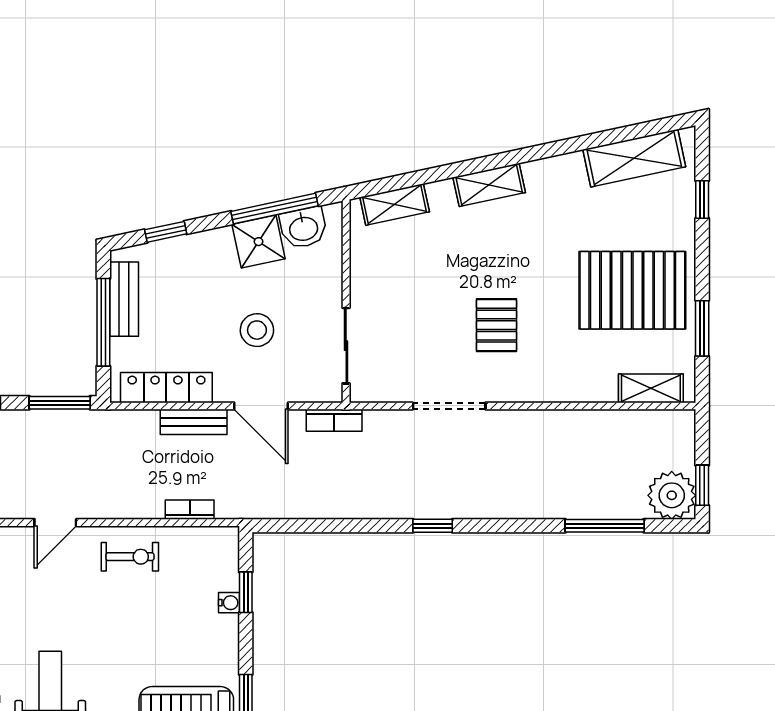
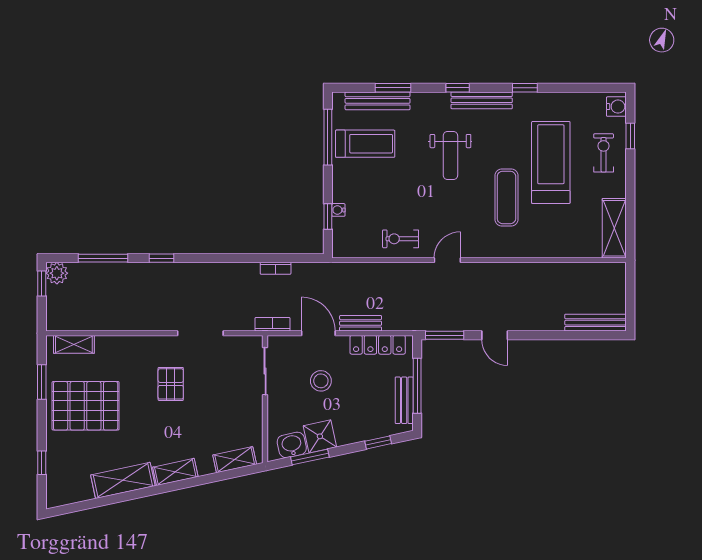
shelving: (634, 158) -> (123, 480), moved
window: (275, 209) -> (310, 457), width x0.69
plant: (672, 495) -> (57, 273), width x0.73, depth x0.73
bookcase: (190, 510) -> (276, 268), moved
window: (433, 526) -> (161, 258), moved

